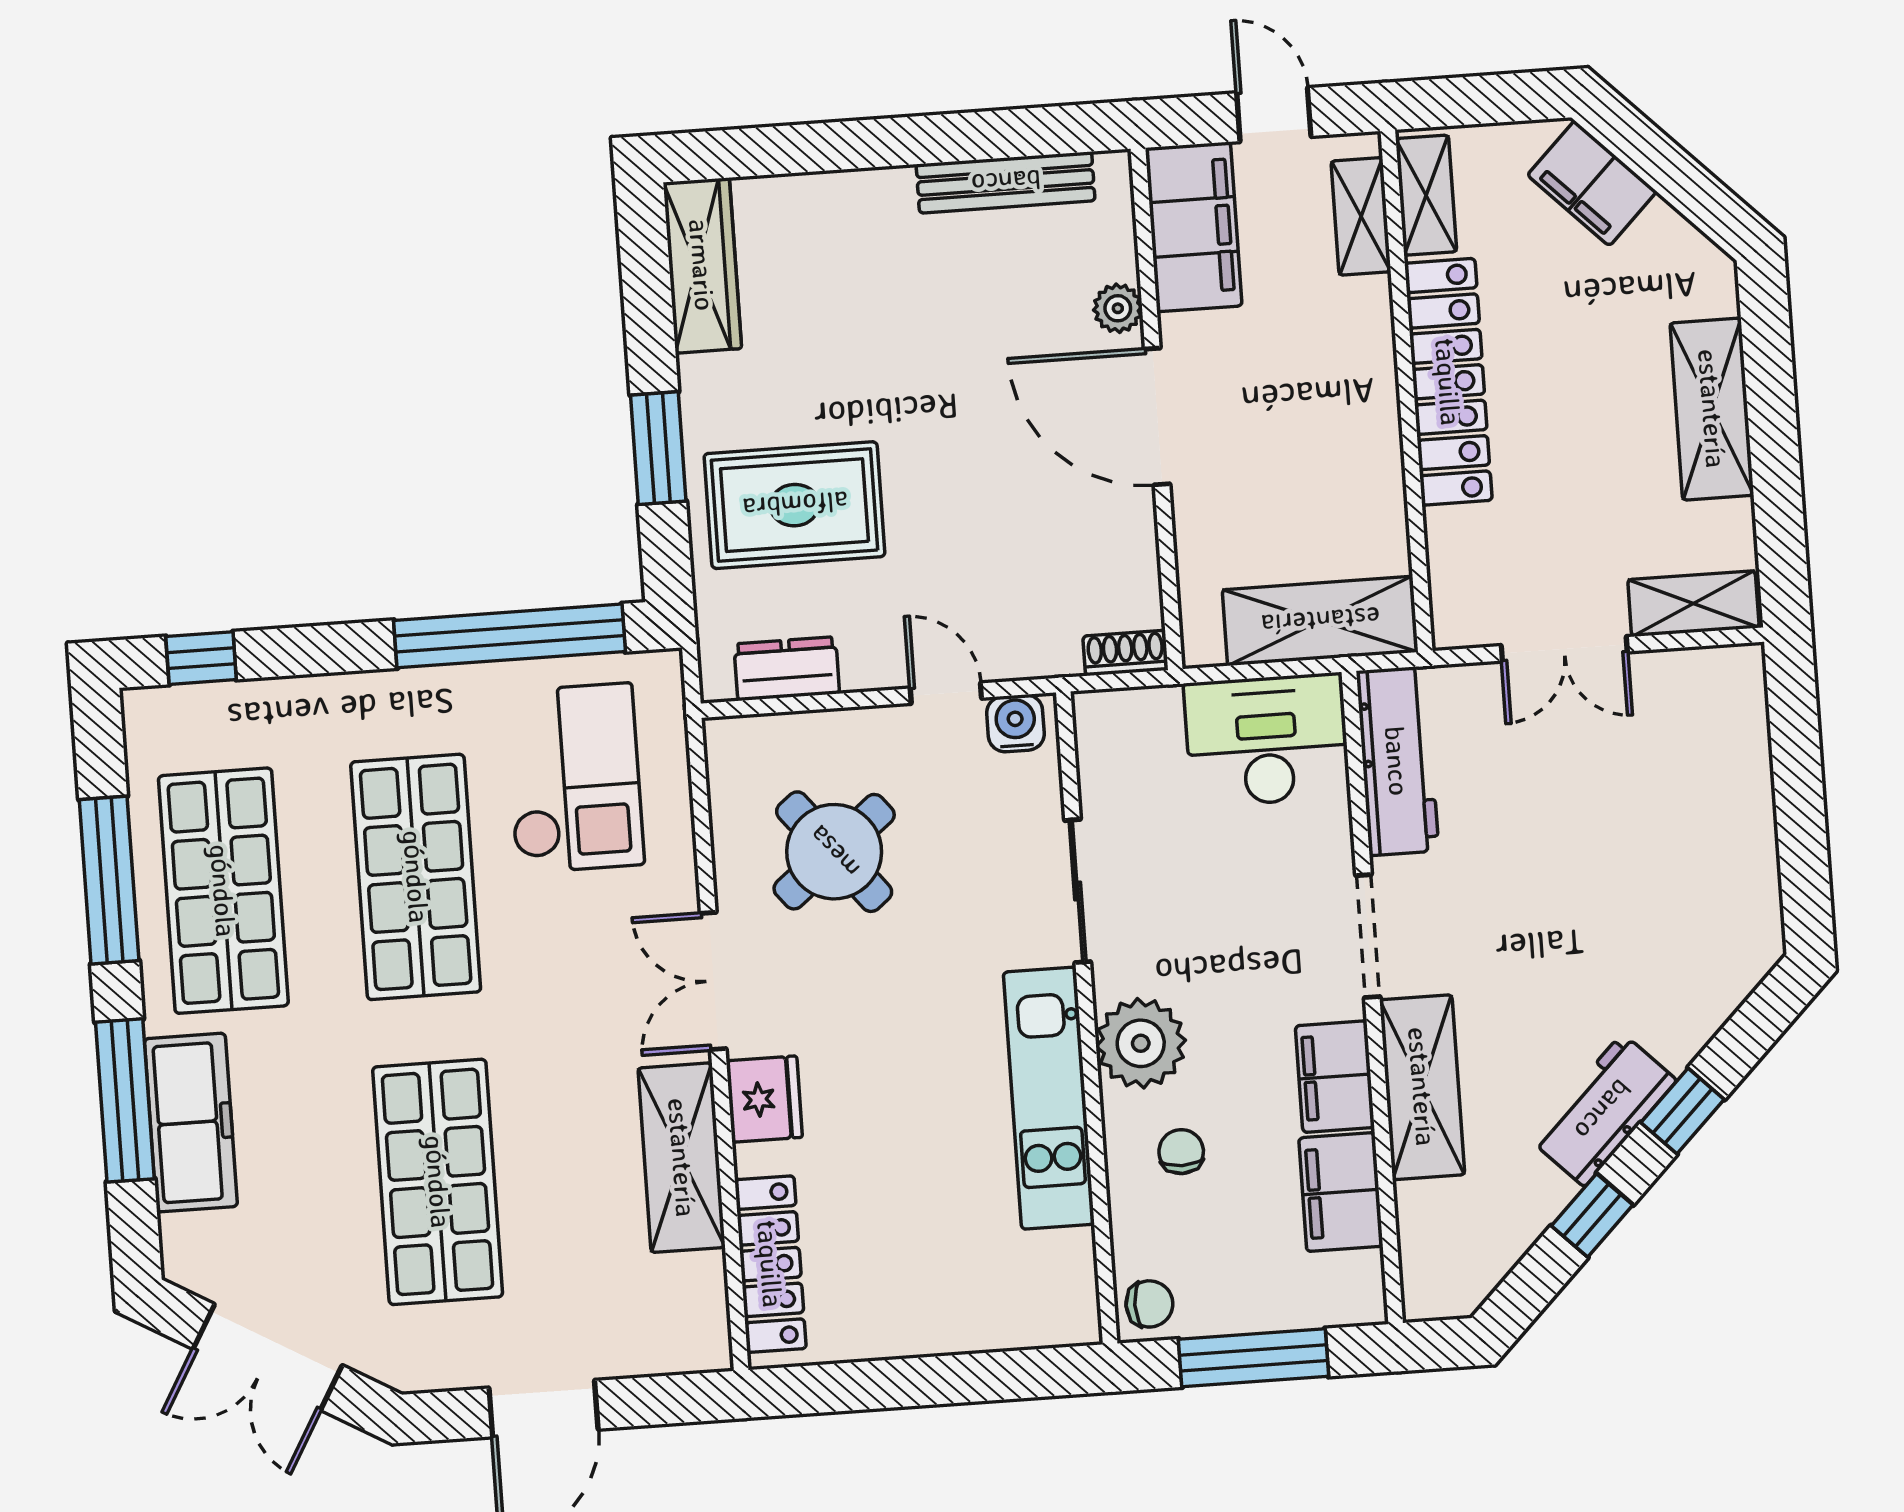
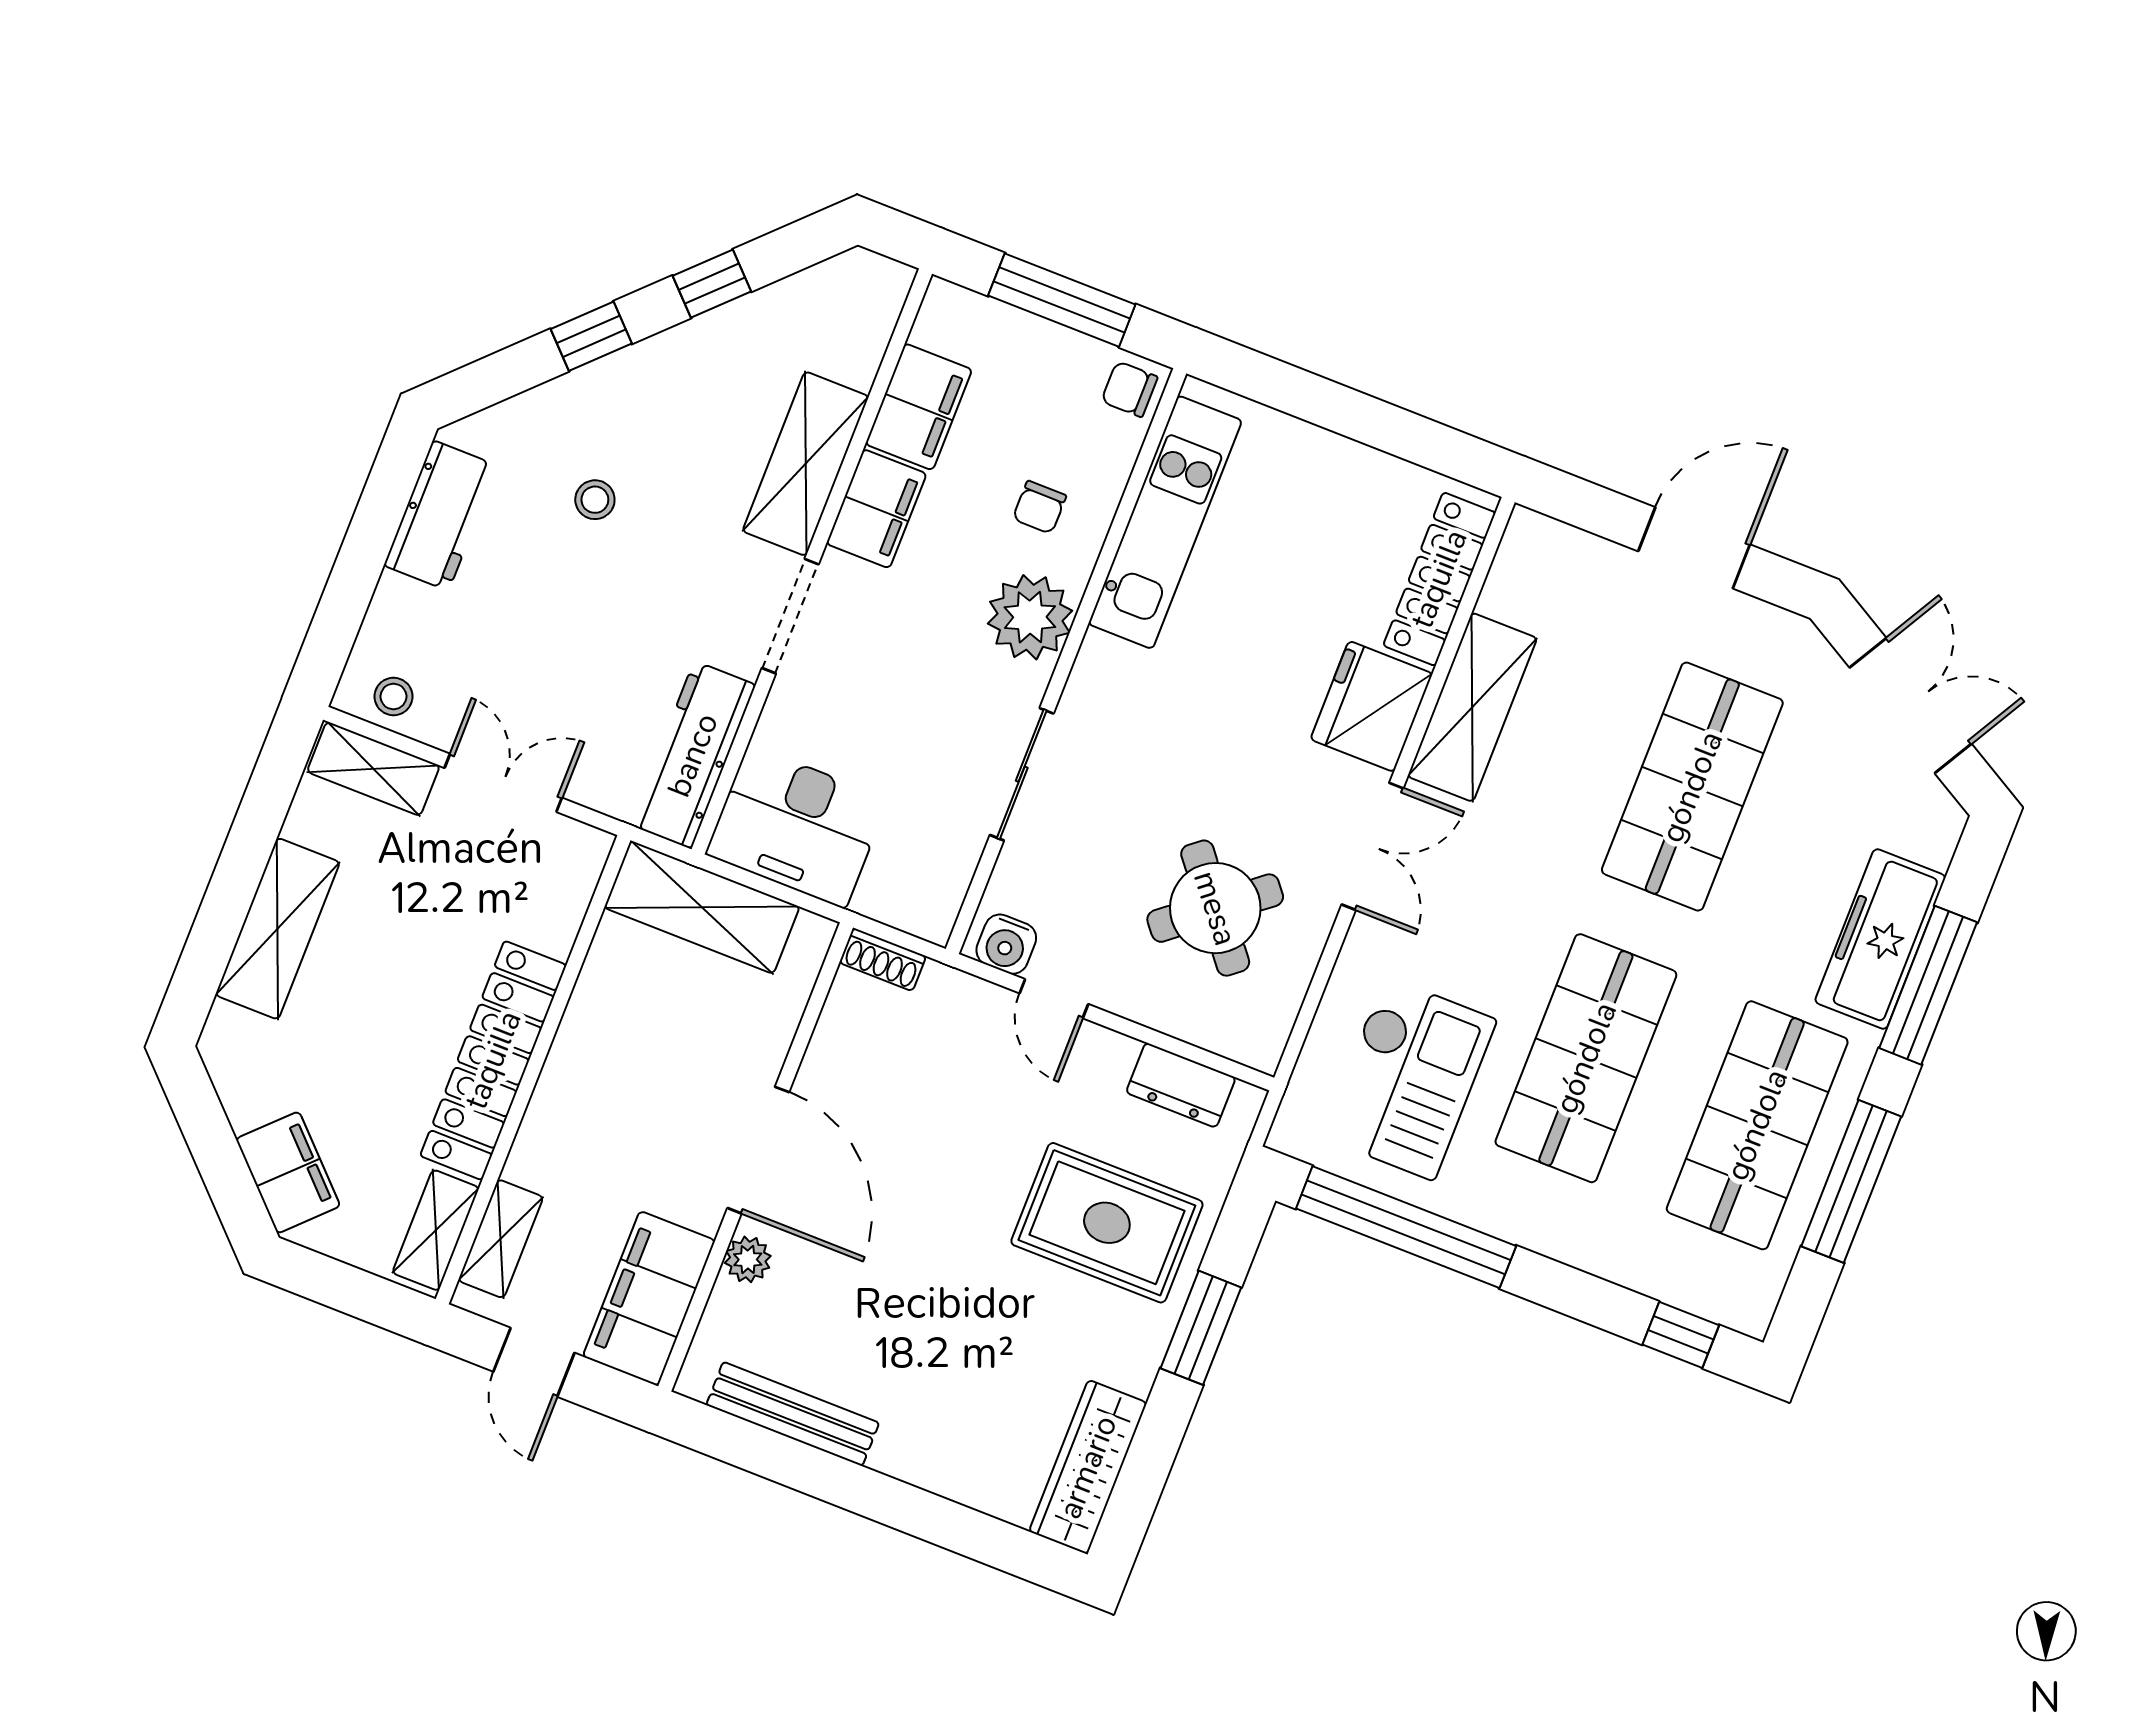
stool: (1707, 681) -> (394, 696), added
checkout: (574, 778) -> (1409, 1078), turned 180
stool: (1605, 958) -> (595, 500), added
kitchen unit: (1049, 1098) -> (1165, 522), moved
fridge: (764, 1099) -> (1372, 706), width x1.36, depth x1.34
workbench: (1603, 1110) -> (441, 515), moved, turned -45

